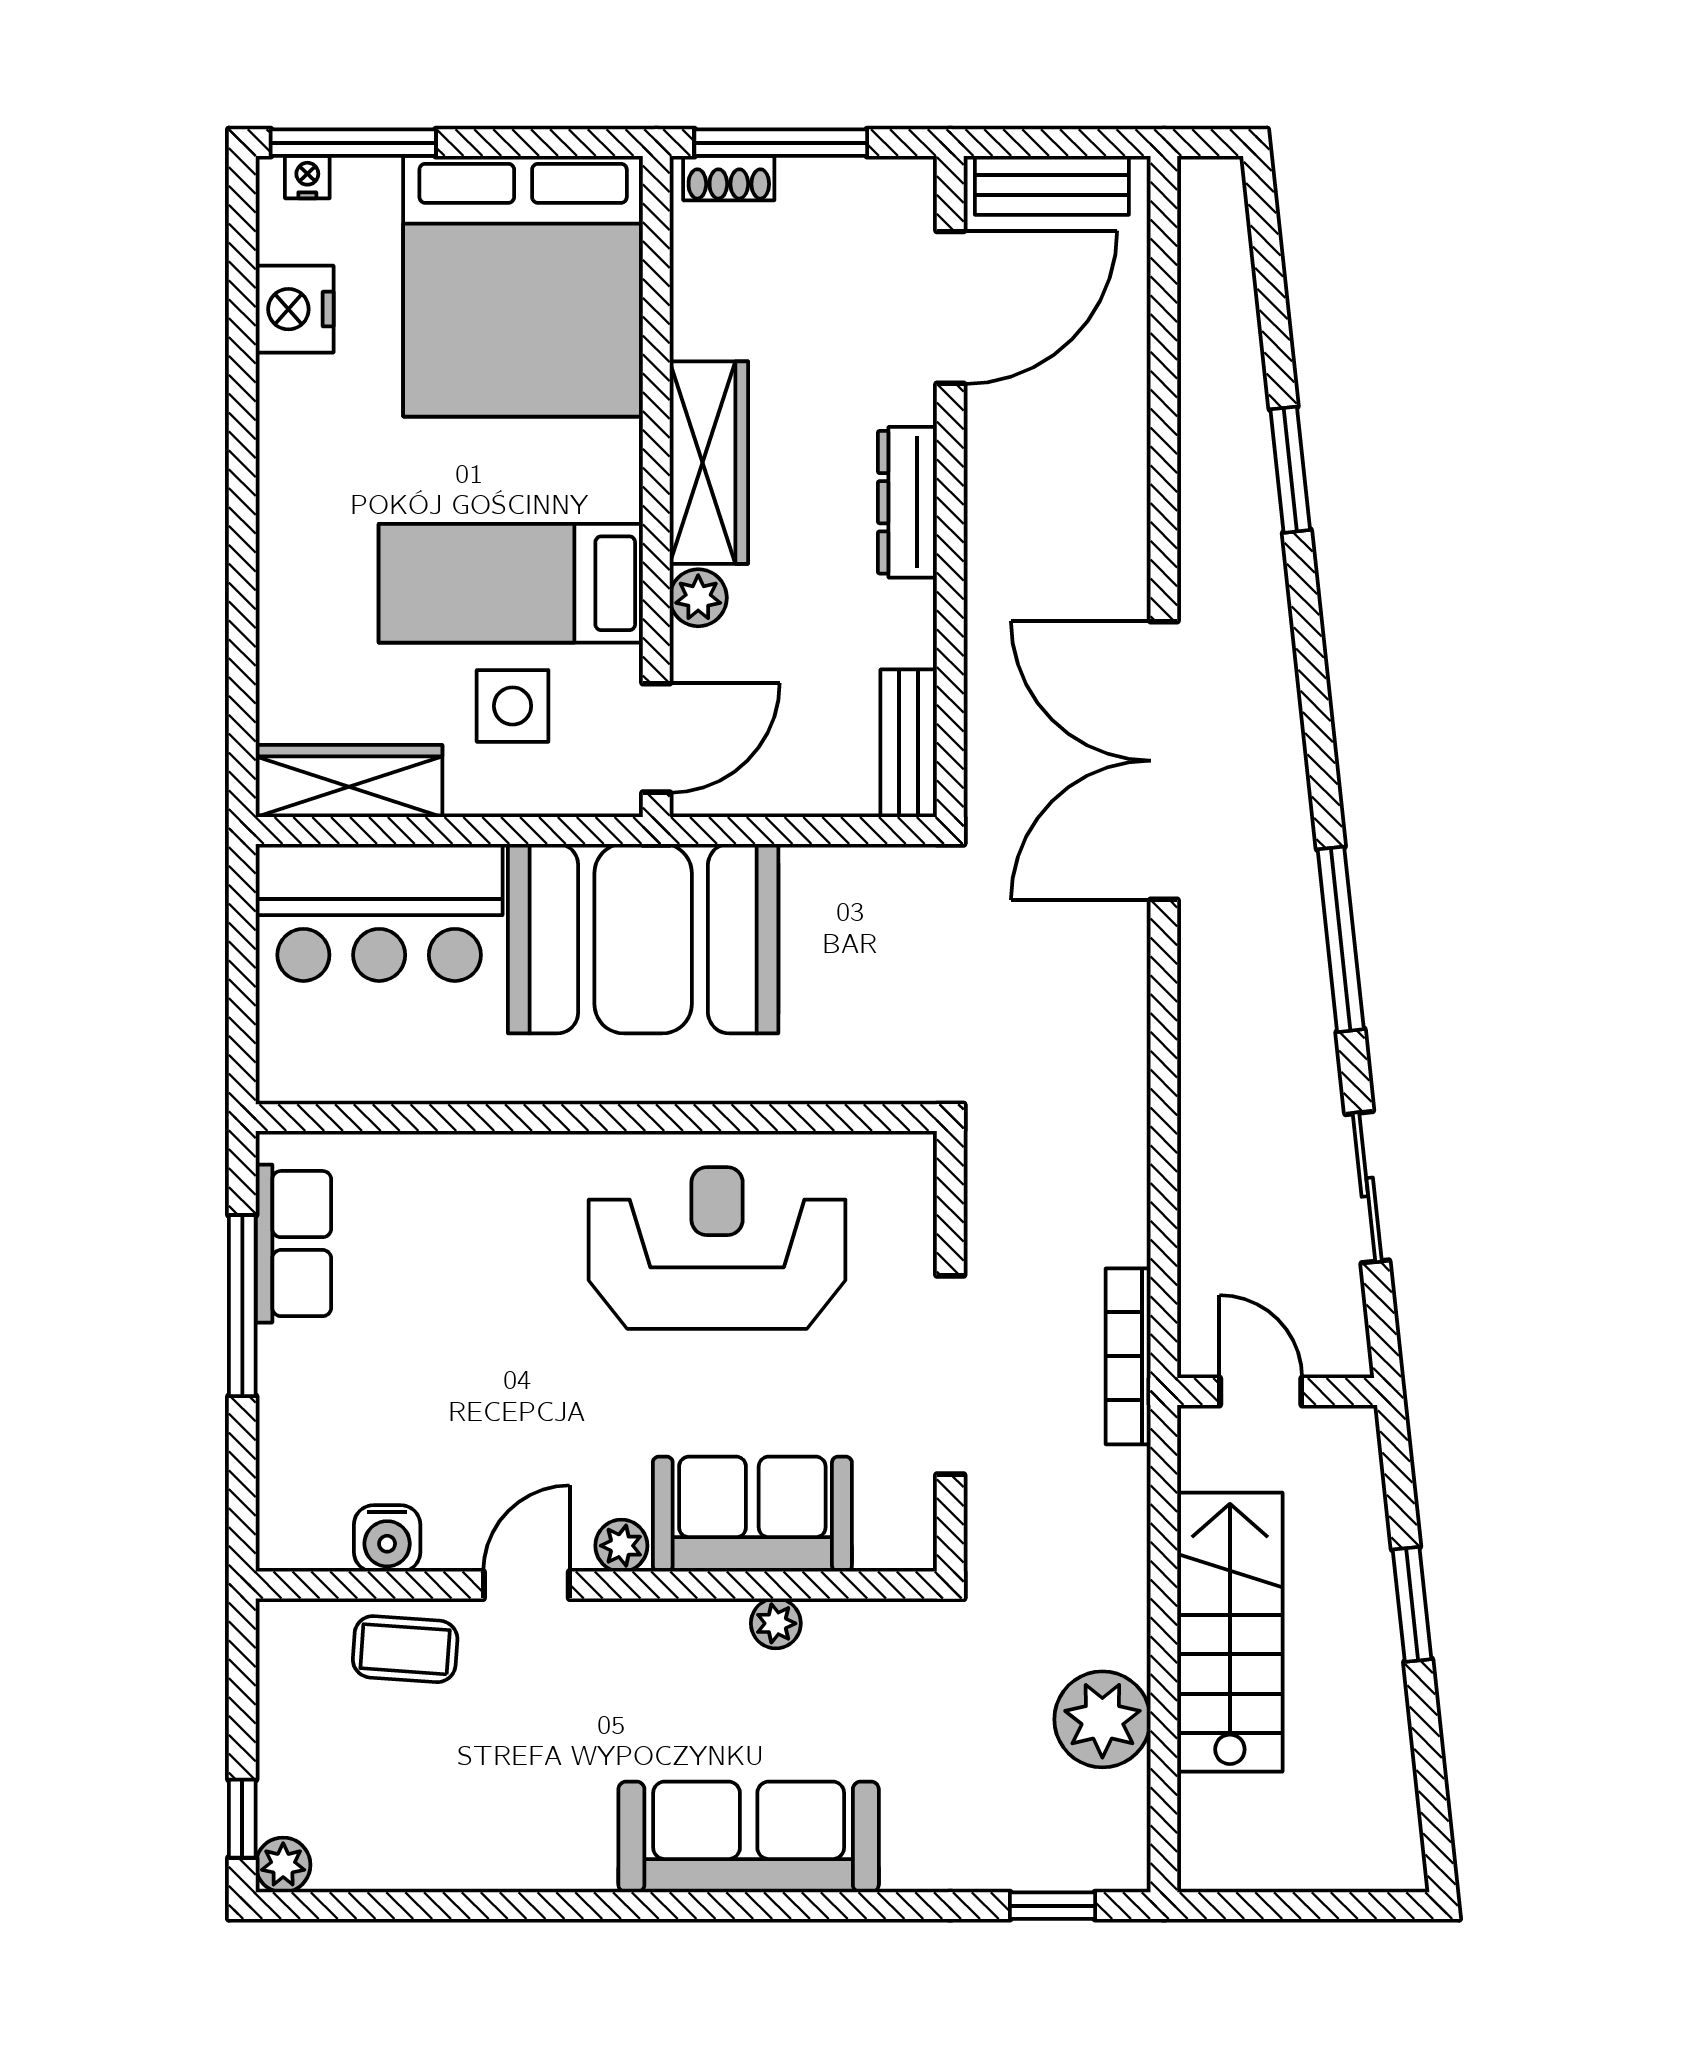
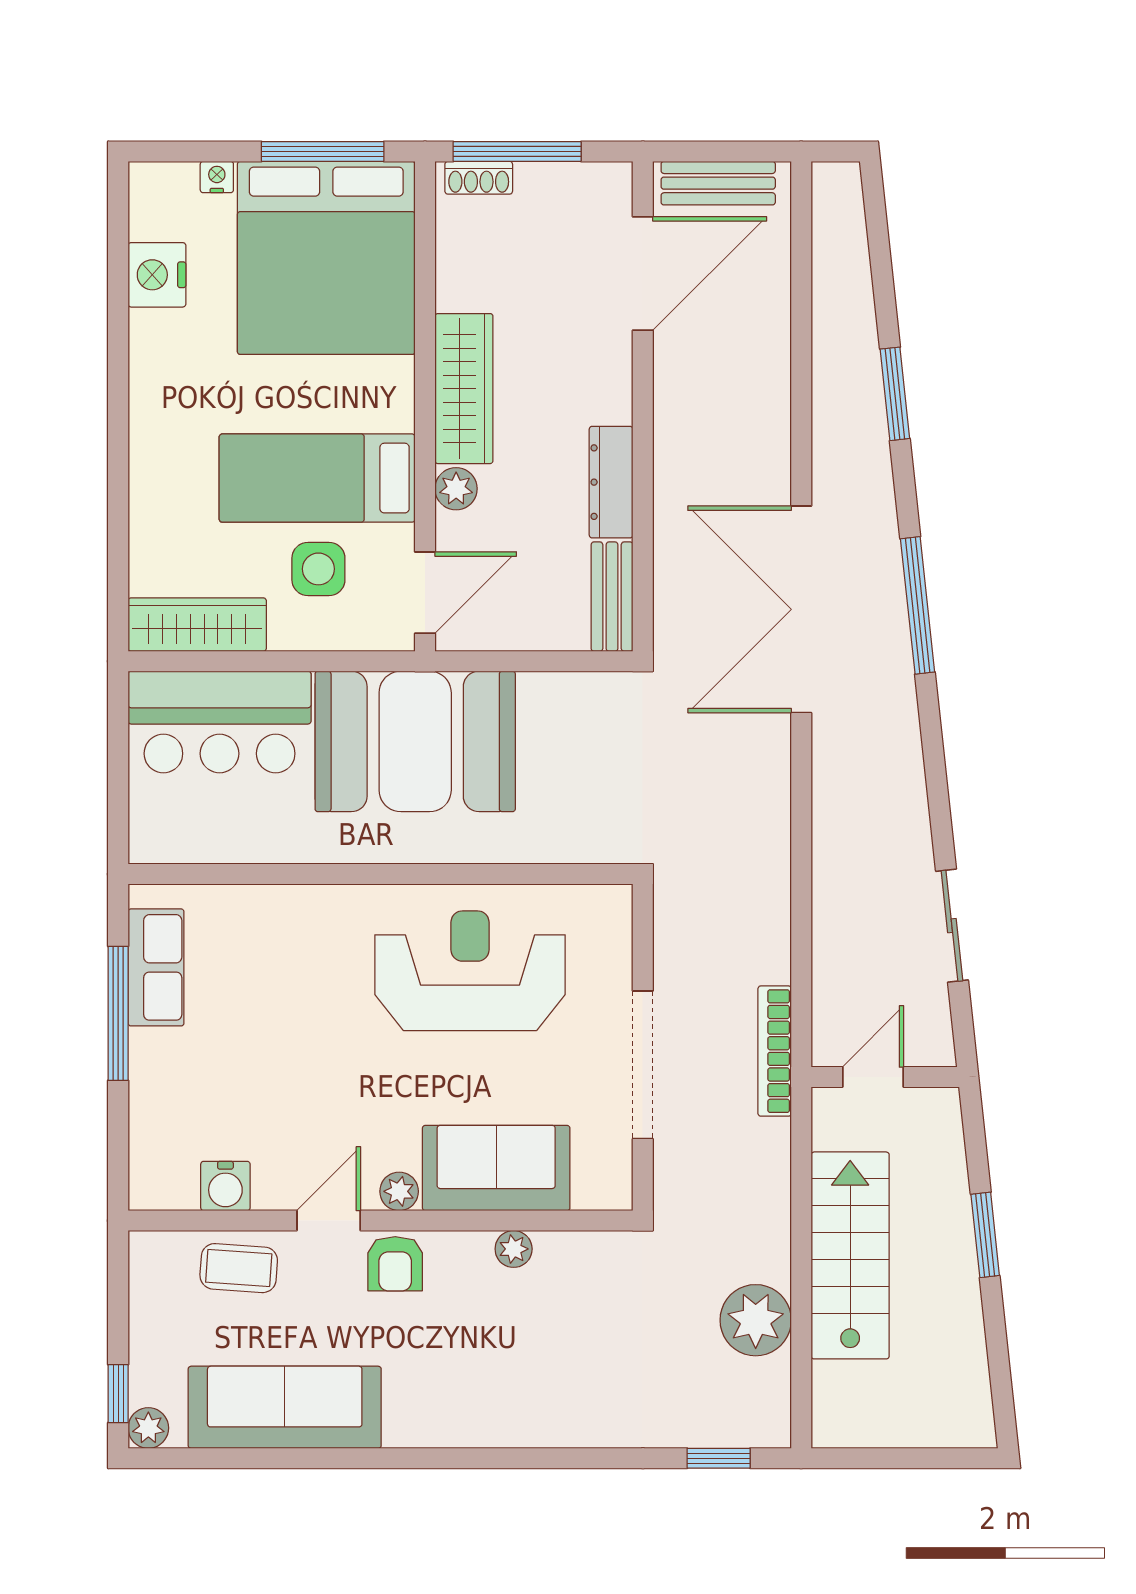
window: (353, 143) -> (323, 151), moved
nightstand: (307, 177) -> (217, 177), moved
dresser: (907, 502) -> (611, 482), moved
window: (1341, 939) -> (918, 605), moved
door: (1261, 1391) -> (873, 1077), hinge flipped
armchair: (616, 1643) -> (395, 1264), added
sofa: (749, 1837) -> (285, 1407), moved

